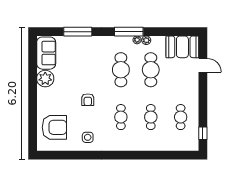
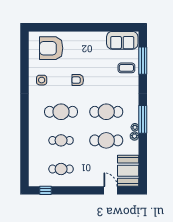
window: (78, 32) -> (143, 61), moved
coffee table: (75, 49) -> (126, 68), added
door: (203, 65) -> (111, 190), swing flipped
plant: (45, 79) -> (98, 39), removed
cafe table: (121, 117) -> (61, 112), width x1.37, depth x1.35
armchair: (54, 127) -> (51, 48), turned 90

